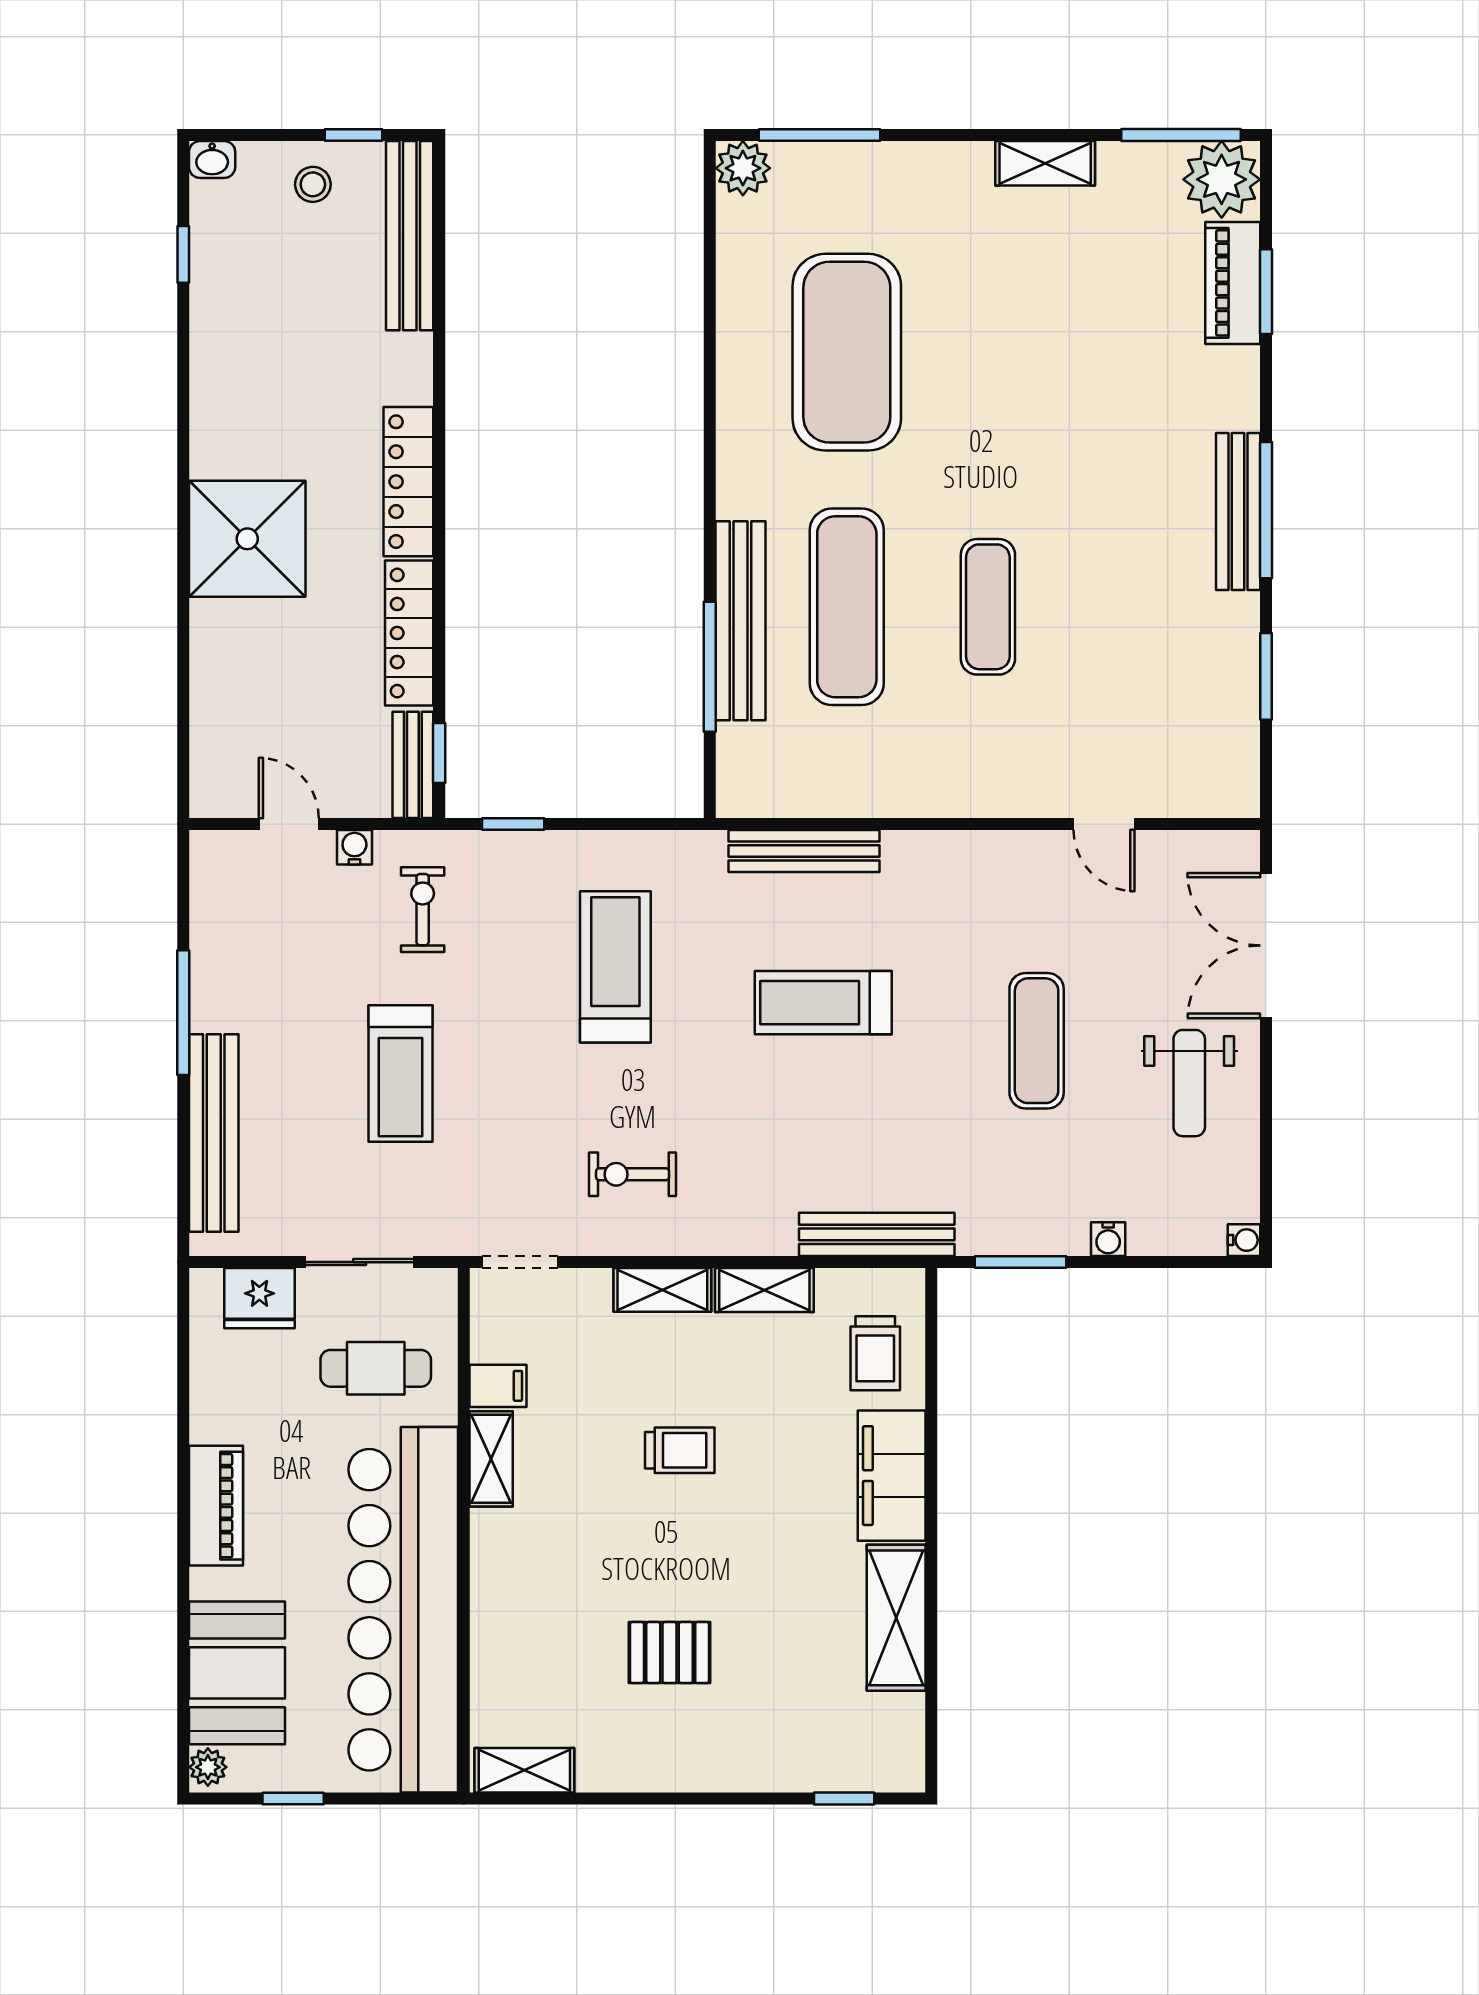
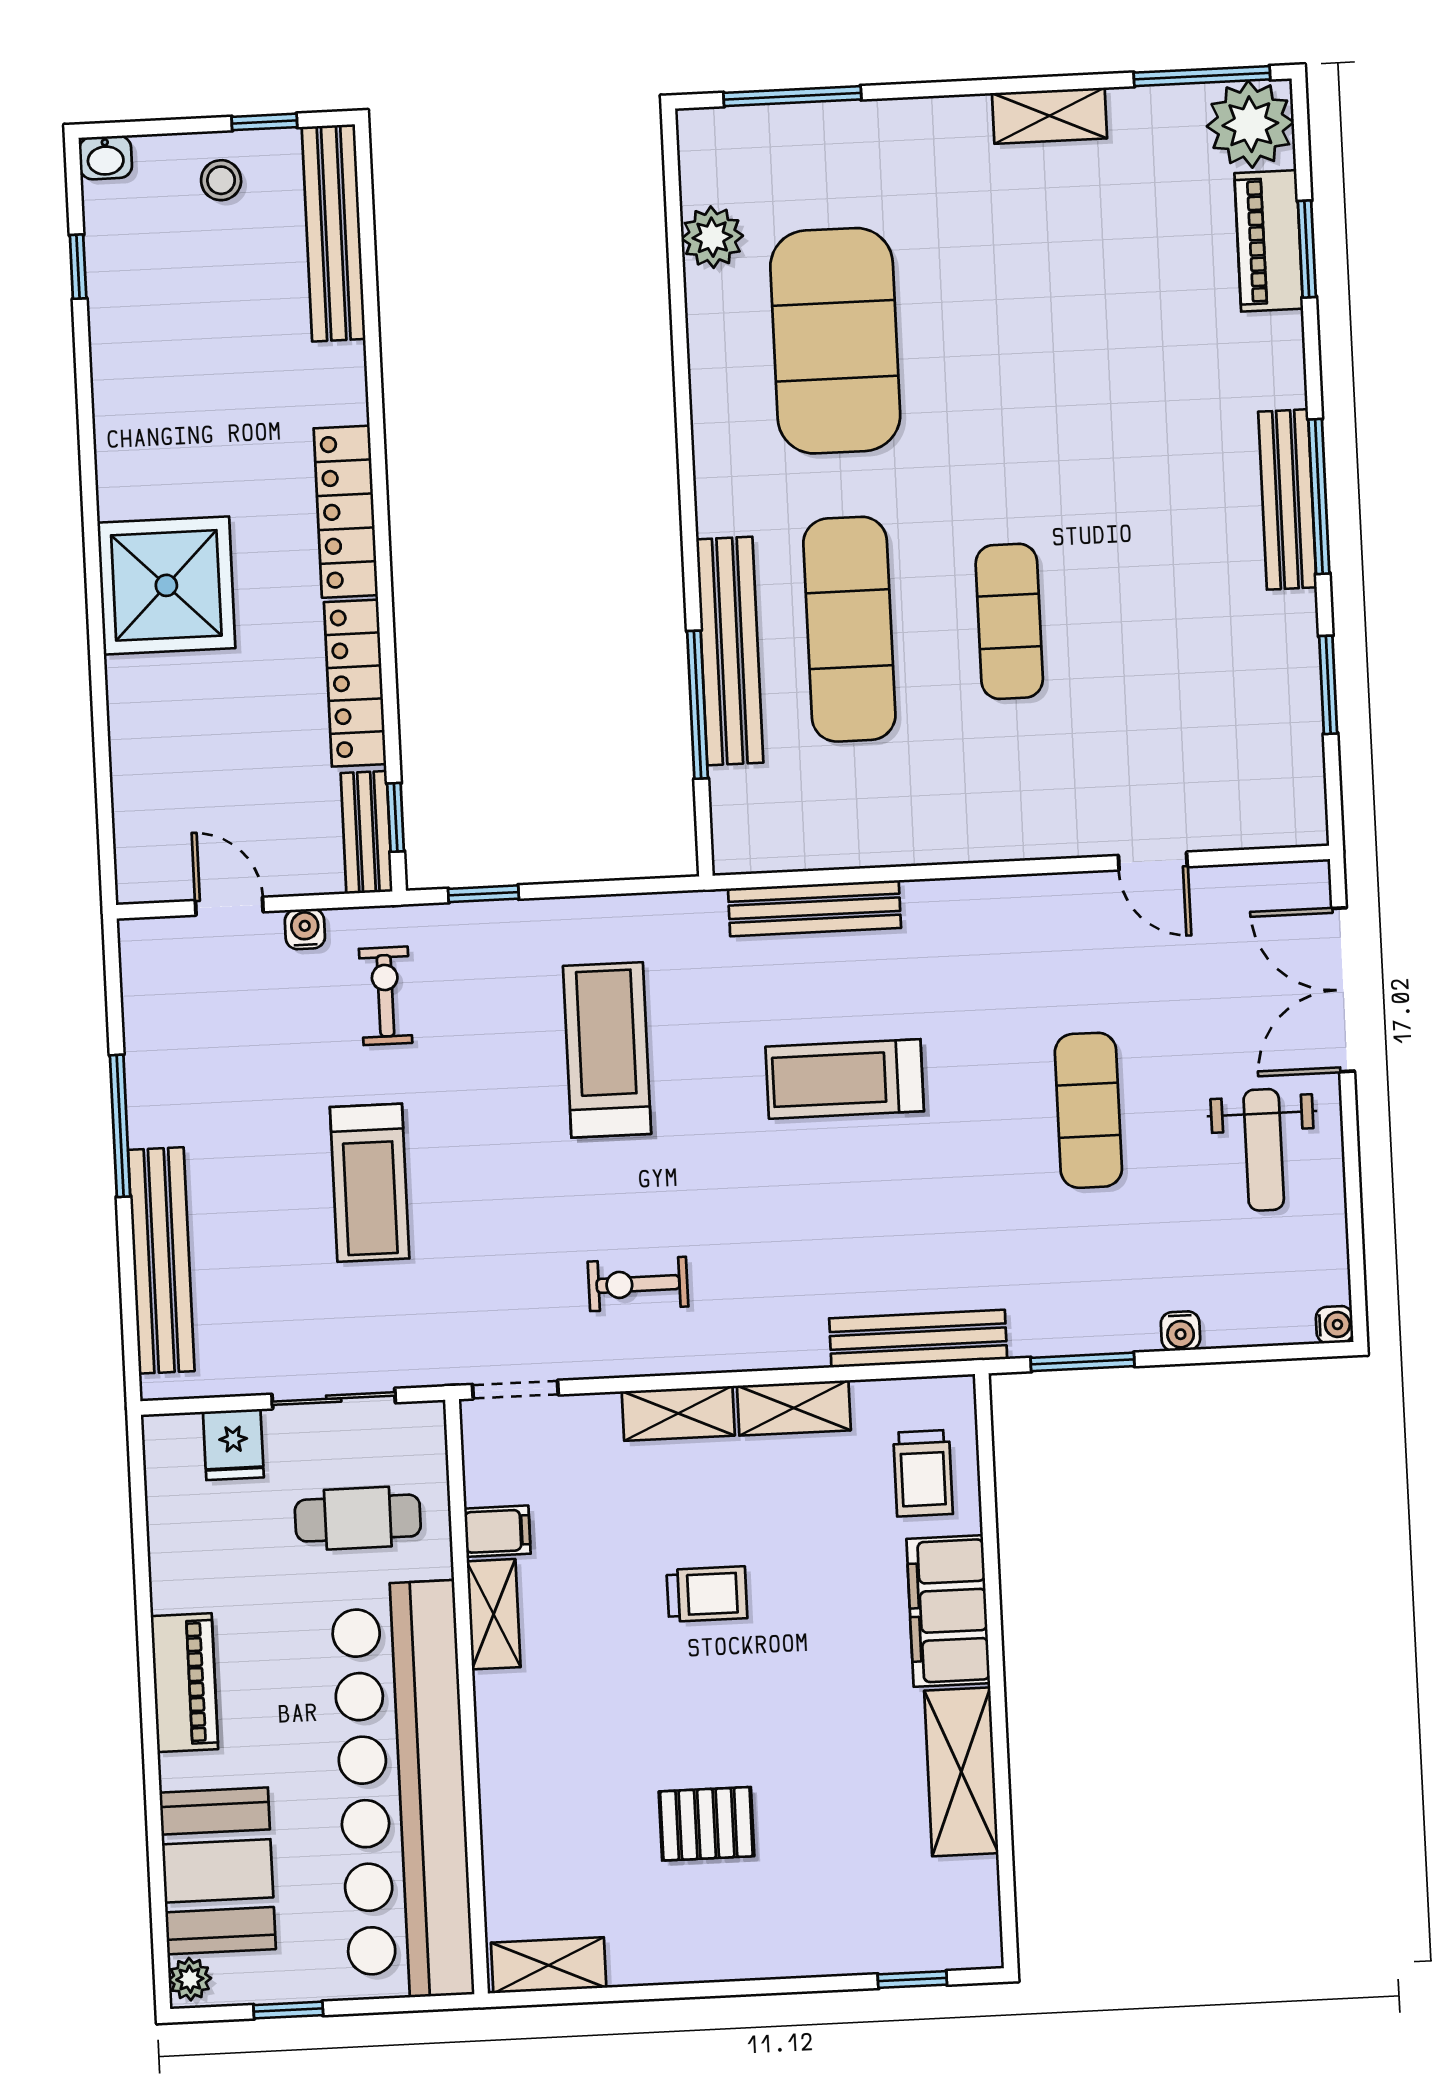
plant: (743, 168) -> (712, 237), moved
fridge: (259, 1298) -> (233, 1445), width x0.72

